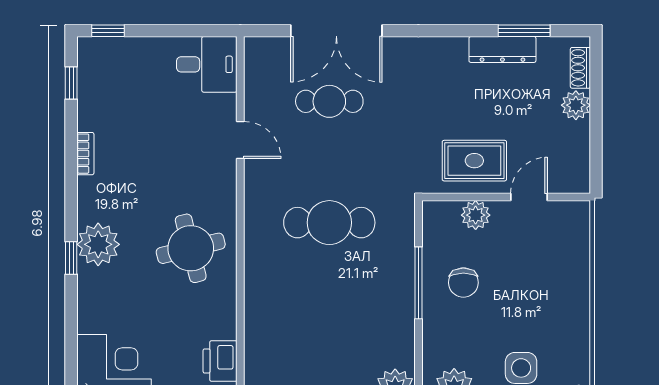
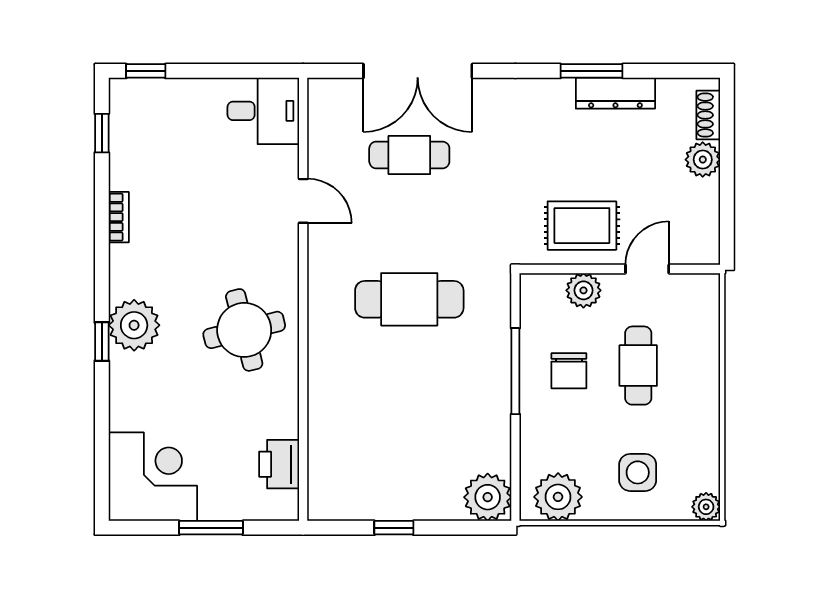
window: (524, 31) -> (591, 71), moved
cafe table: (522, 278) -> (638, 366), added

